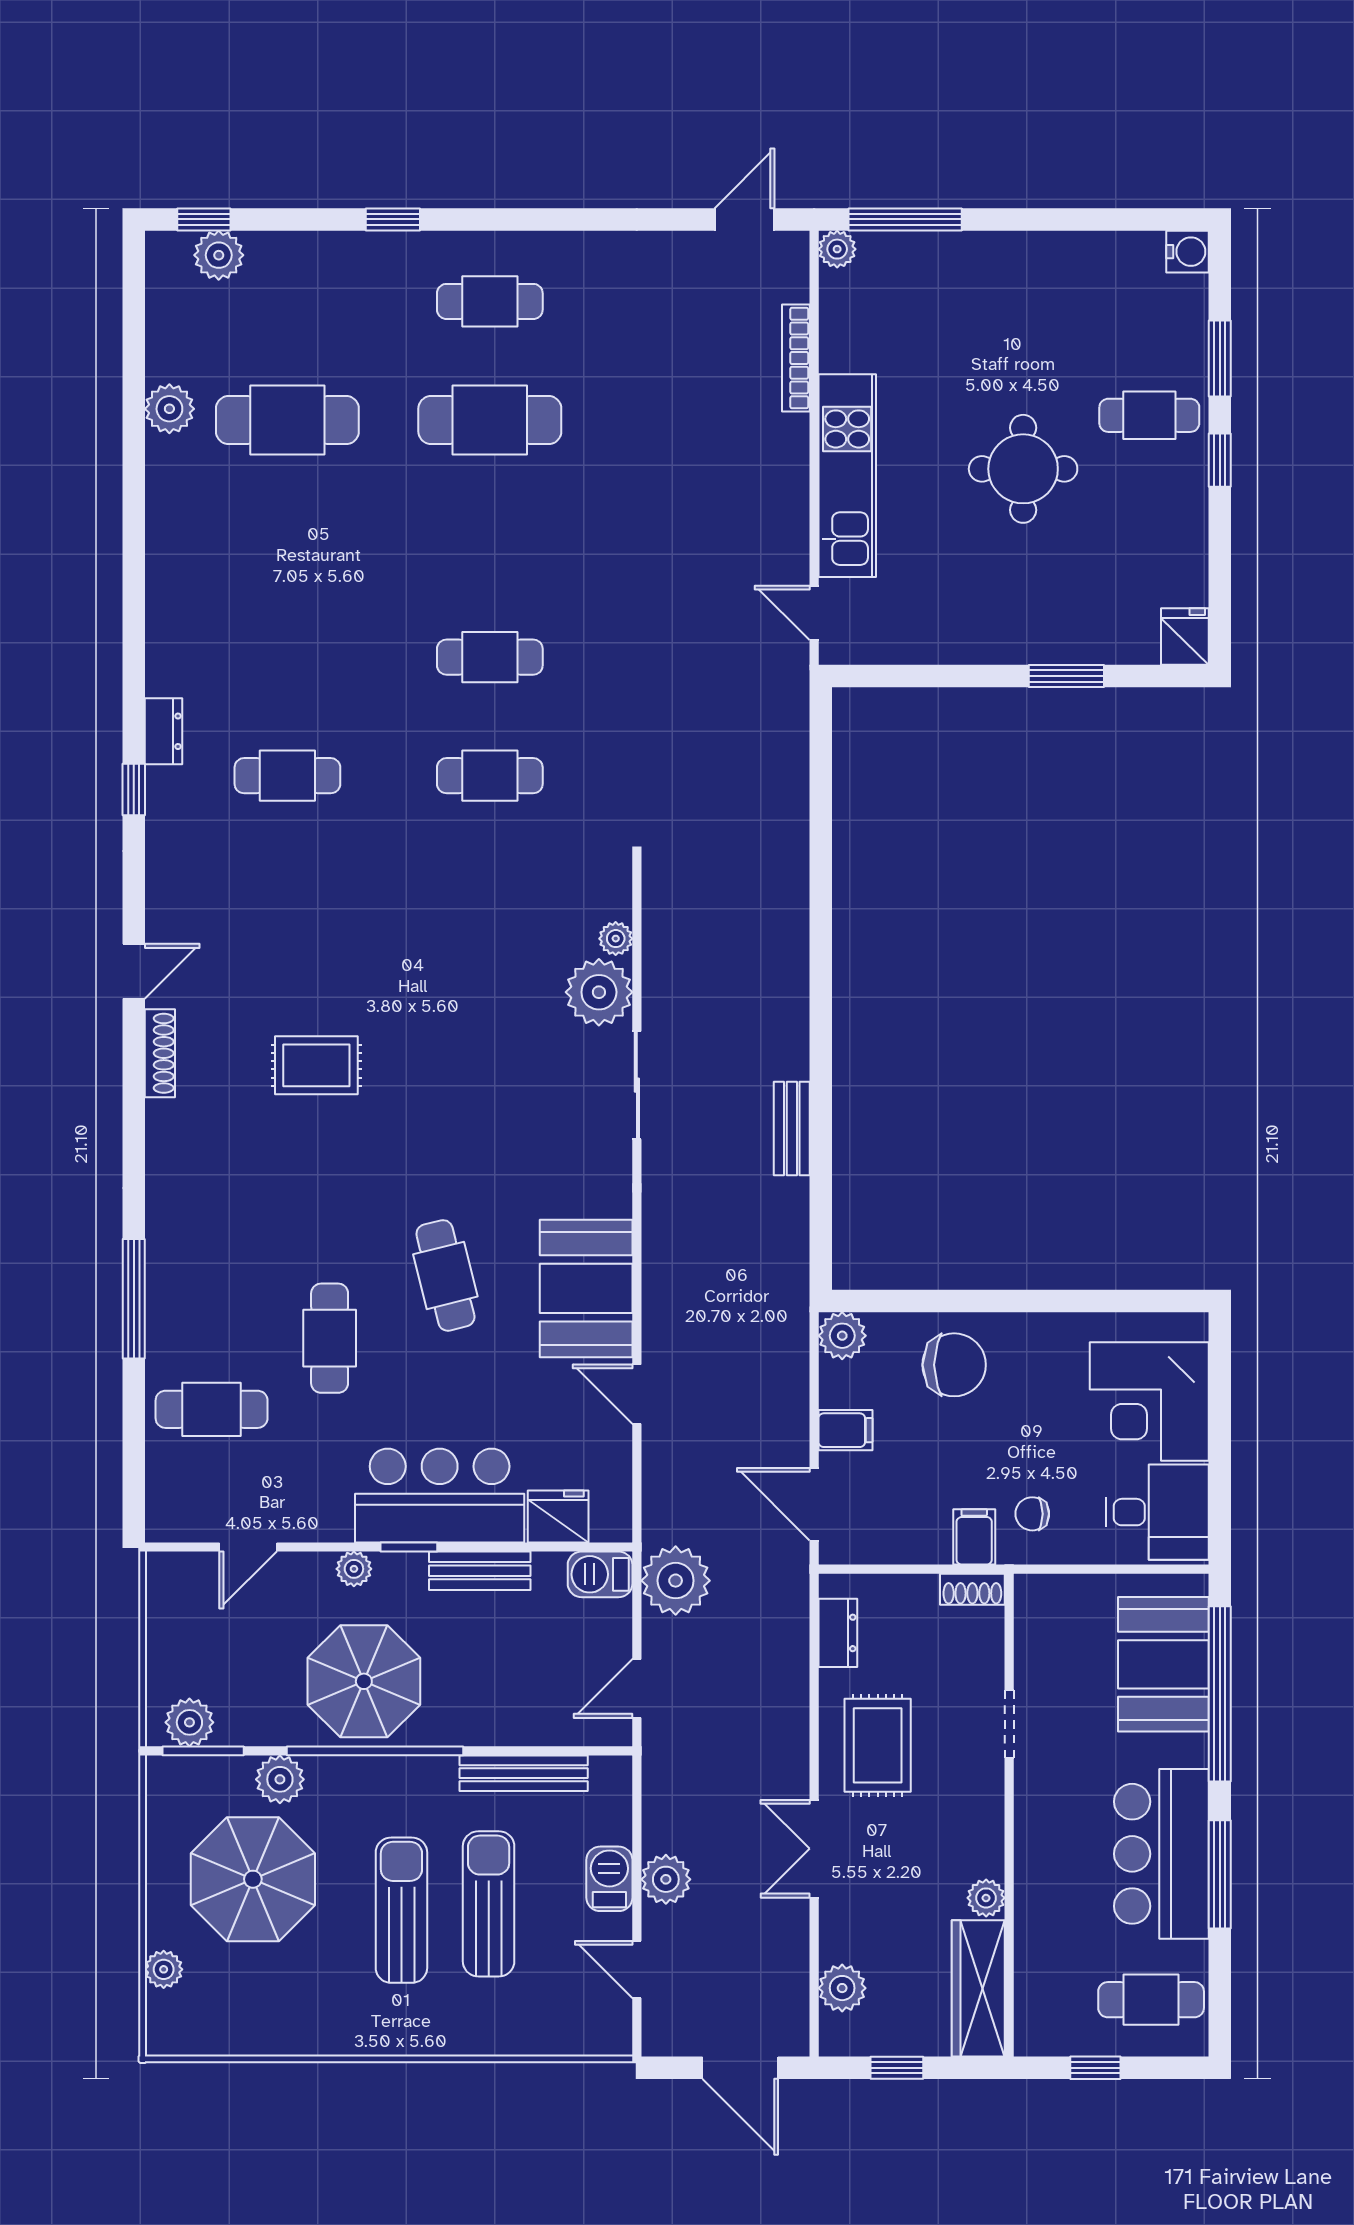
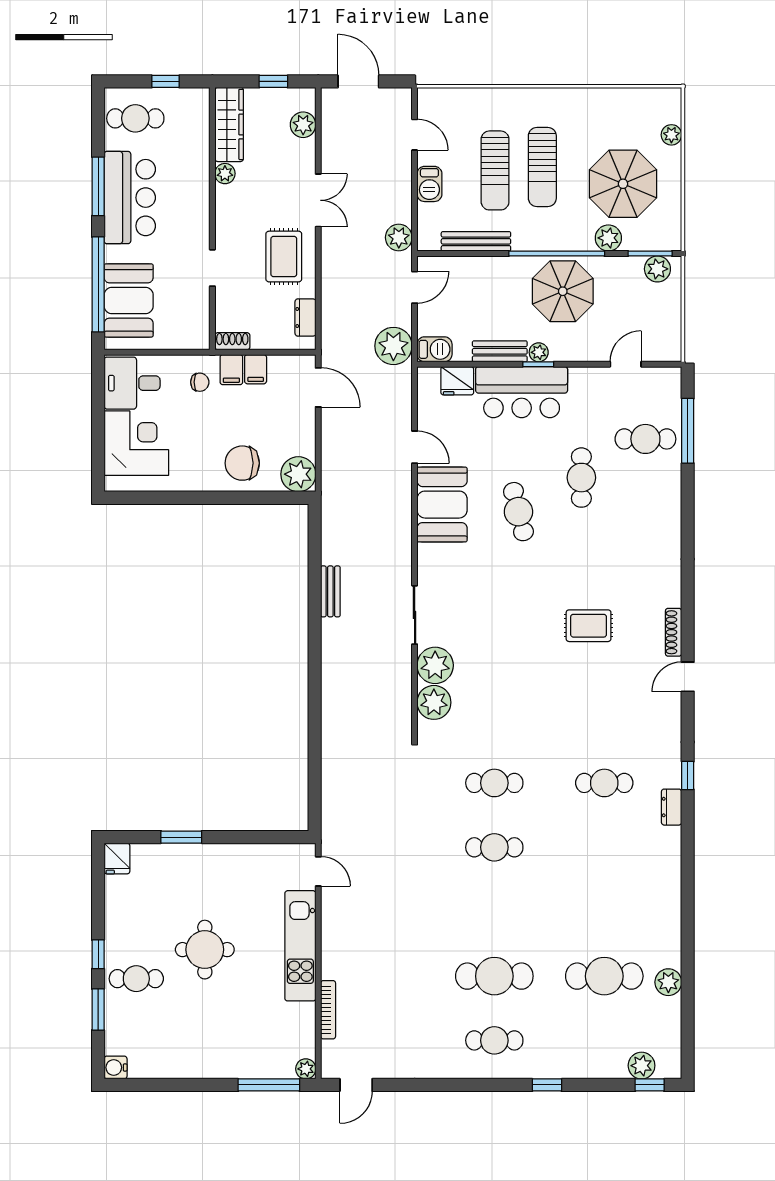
plant: (616, 939) -> (434, 702), width x1.87, depth x1.87
window: (134, 1299) -> (688, 431), moved
plant: (842, 1336) -> (298, 474), width x1.36, depth x1.36
filing cabinet: (845, 1430) -> (256, 369), moved, turned -90
plant: (354, 1569) -> (539, 352), moved
plant: (666, 1879) -> (399, 237), moved

